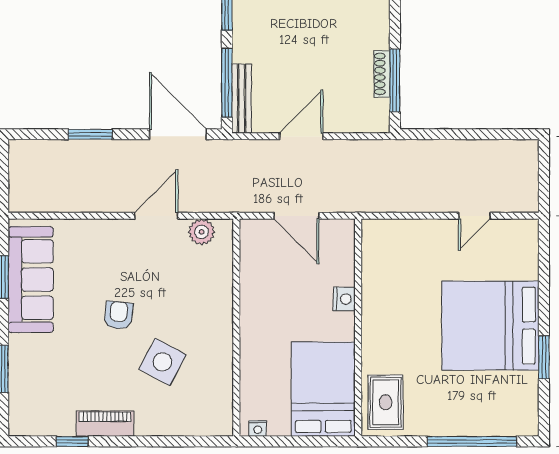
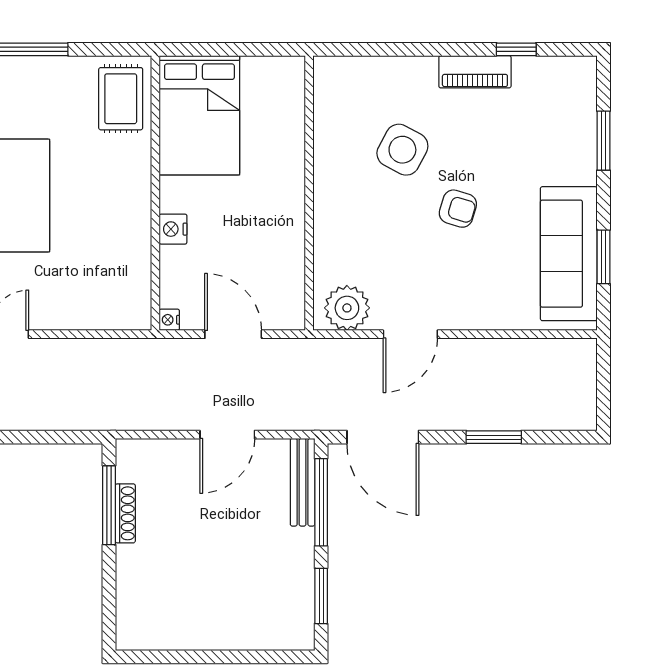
plant: (202, 232) -> (347, 308), width x1.36, depth x1.36
armchair: (119, 315) -> (458, 209), turned -79
nightstand: (258, 428) -> (169, 320), moved, turned -90

